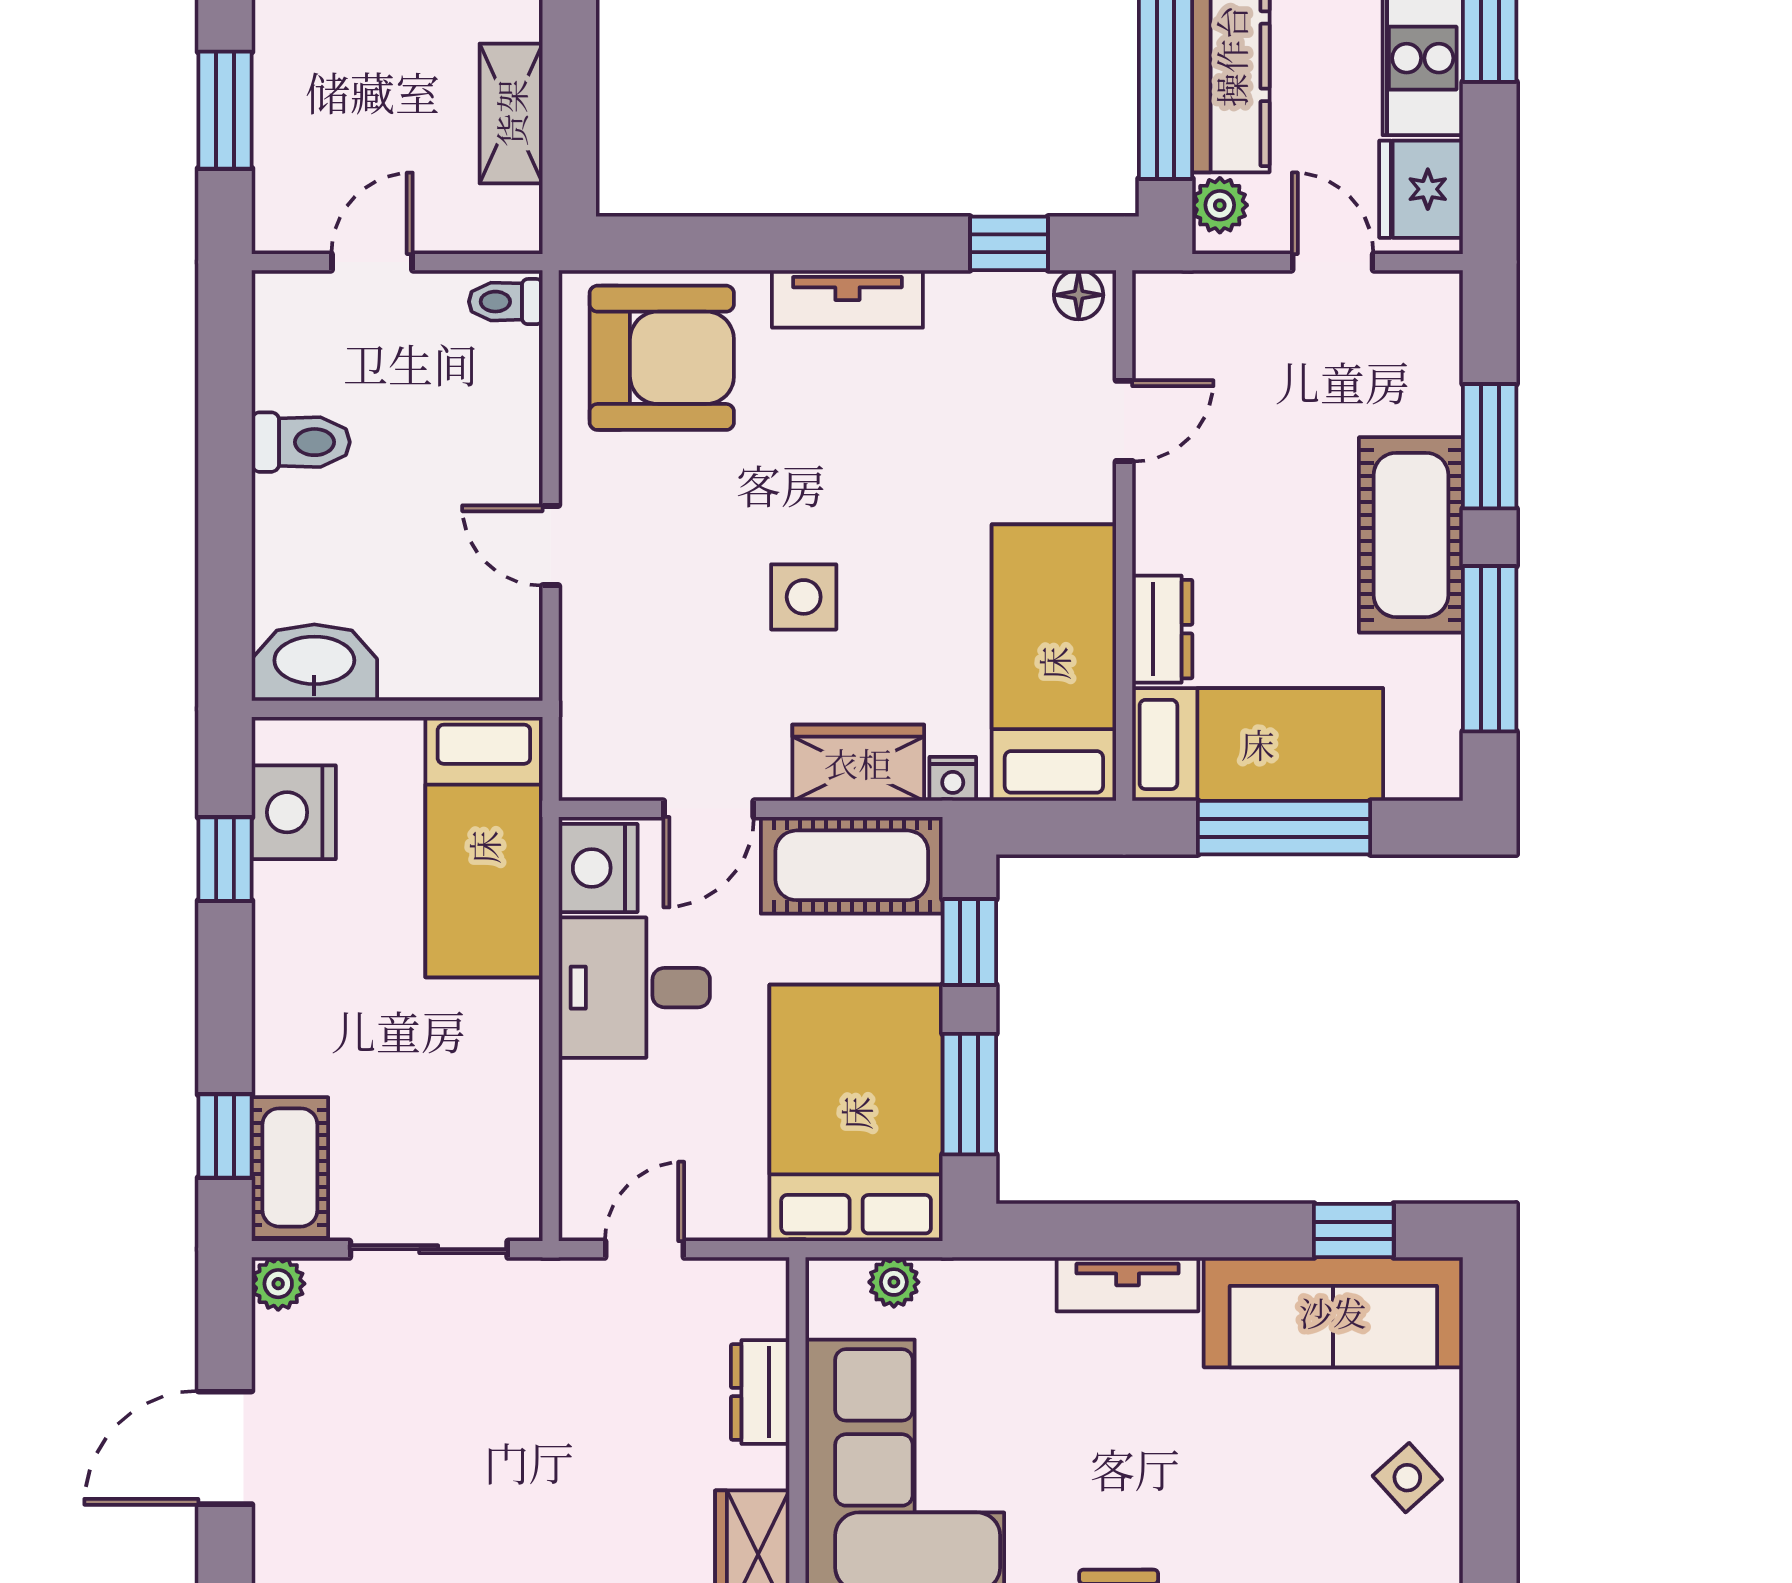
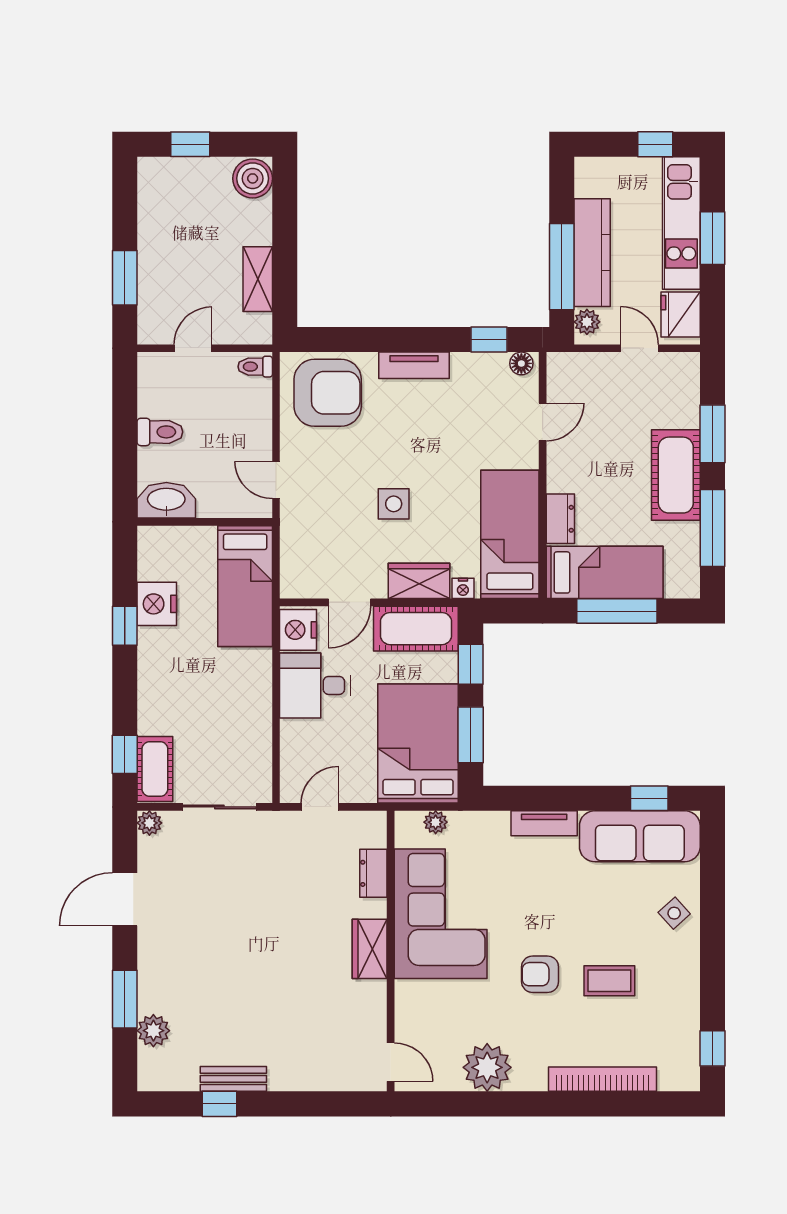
washbasin: (314, 663) -> (166, 500), moved
wall: (397, 709) -> (205, 522), moved
bed: (484, 847) -> (245, 586), moved

